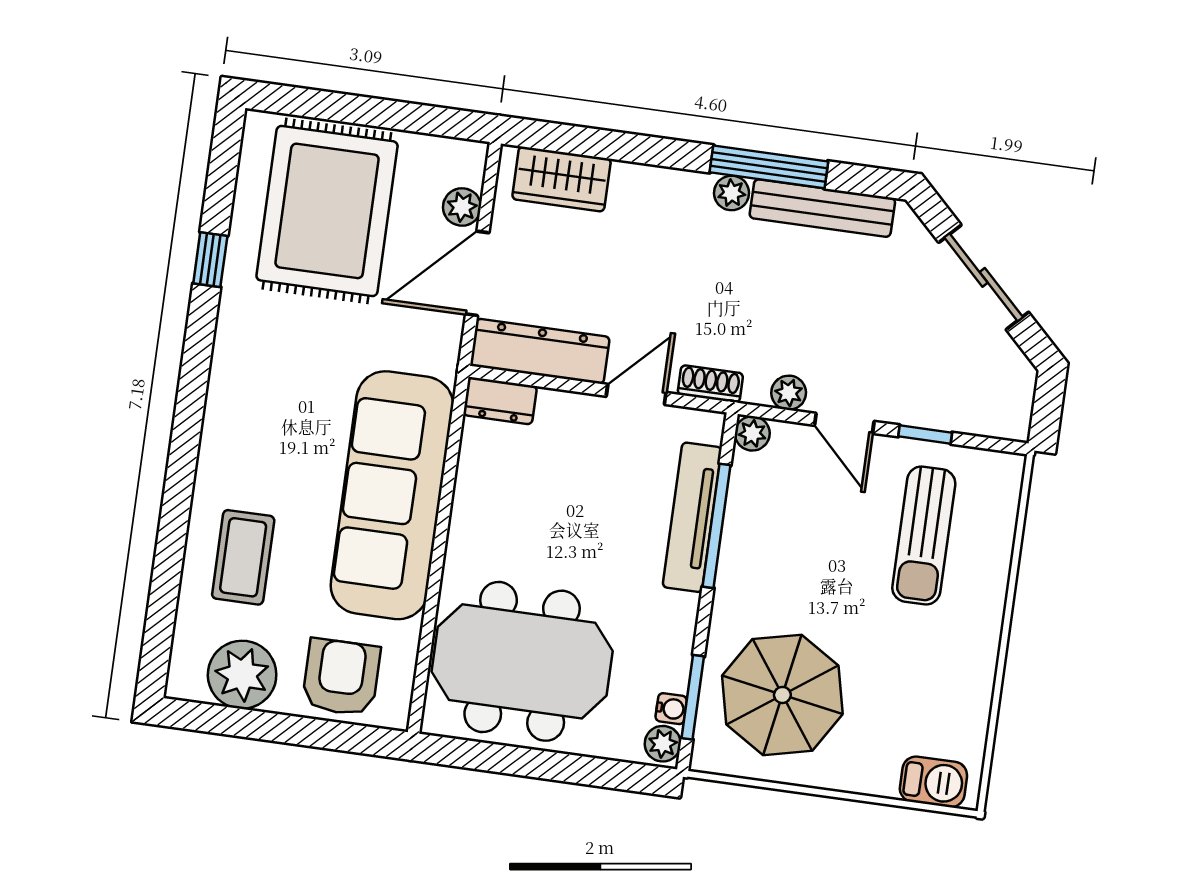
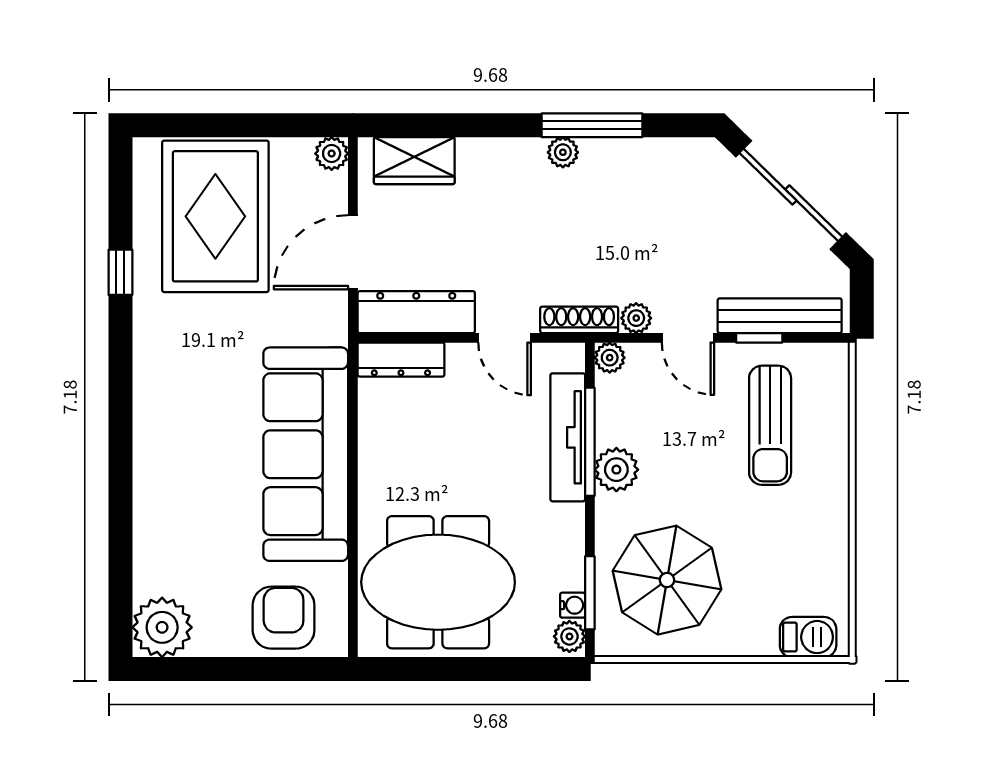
plant: (462, 207) -> (332, 154), moved
bench: (822, 208) -> (780, 316), moved
sliding door: (984, 277) -> (791, 195), width x1.37
shoe rack: (710, 384) -> (579, 320), width x1.43
door: (636, 394) -> (505, 338), swing flipped
dresser: (500, 401) -> (401, 360), width x1.44
coffee table: (243, 557) -> (184, 526), removed
plant: (742, 562) -> (616, 470), added
plant: (242, 675) -> (162, 627), moved

